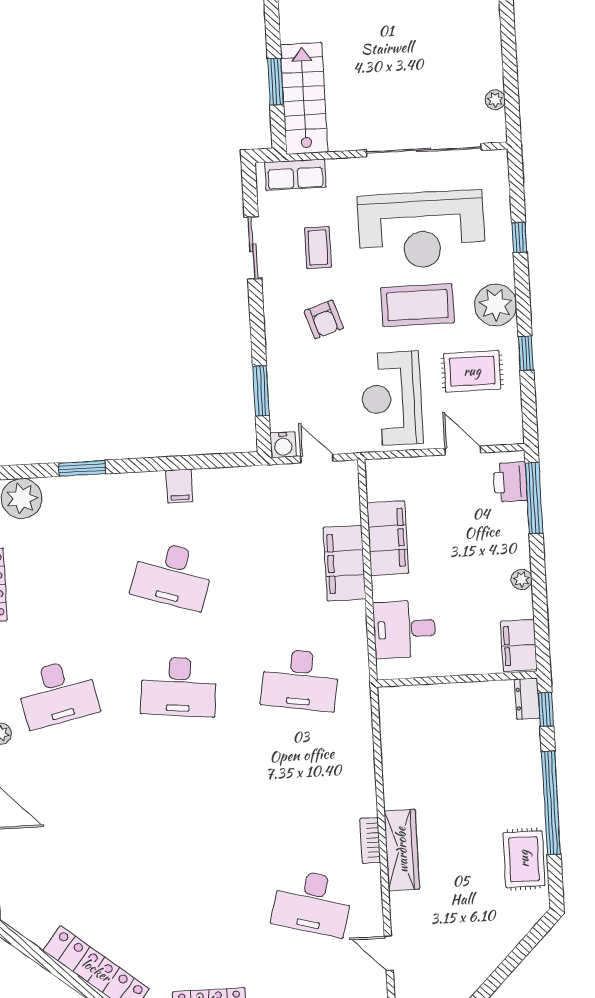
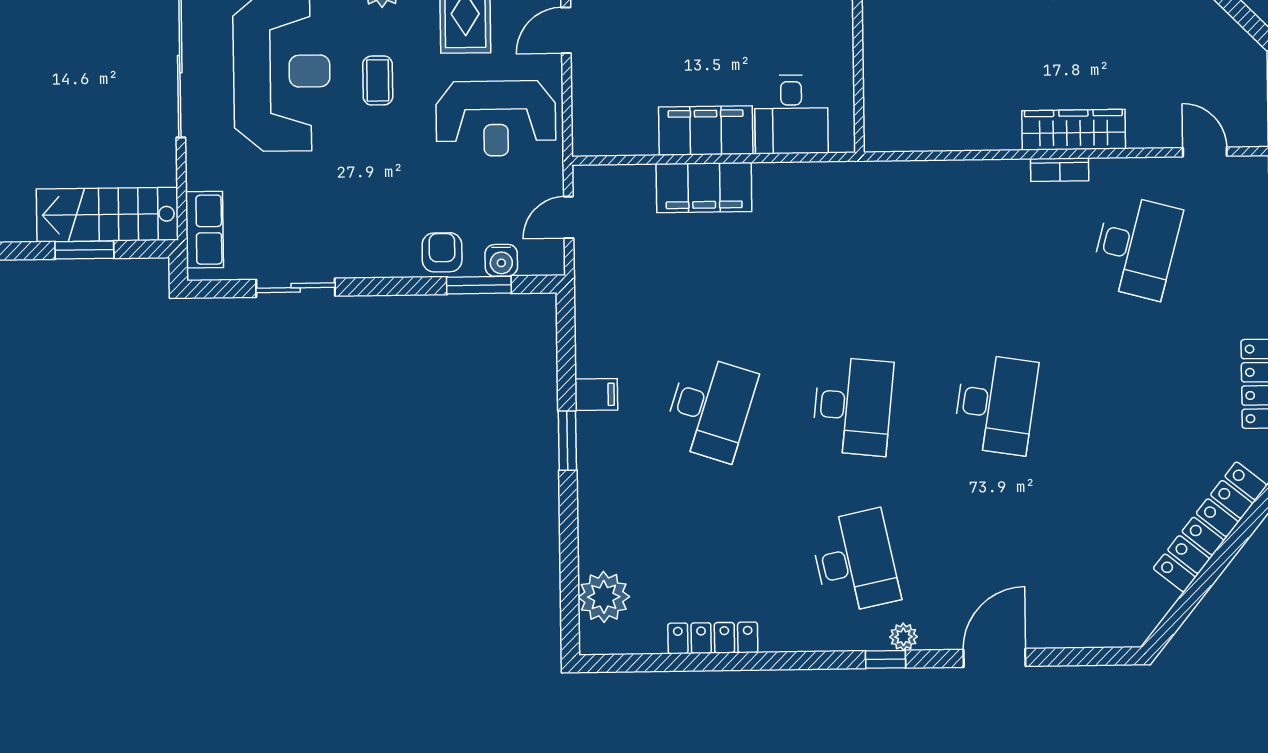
coffee table: (318, 248) -> (299, 205), removed
coffee table: (417, 305) -> (378, 80), width x0.54, depth x0.58
armchair: (324, 319) -> (442, 252), moved, turned -72
water cooler: (283, 445) -> (501, 260), moved, turned 90
window: (82, 468) -> (567, 441), moved
filing cabinet: (388, 538) -> (706, 131), moved
desk: (300, 680) -> (995, 404), moved
door: (389, 953) -> (1205, 152), swing flipped

